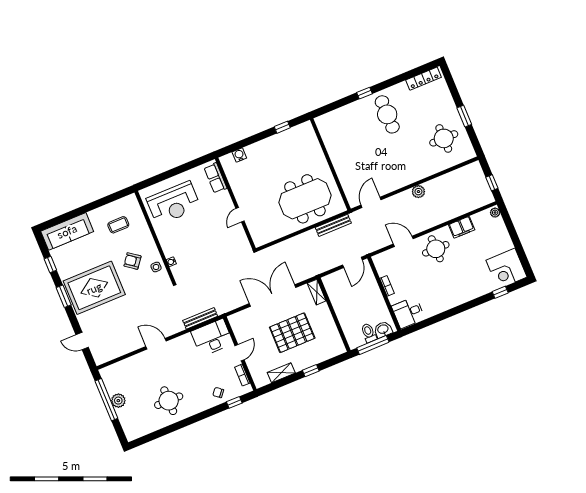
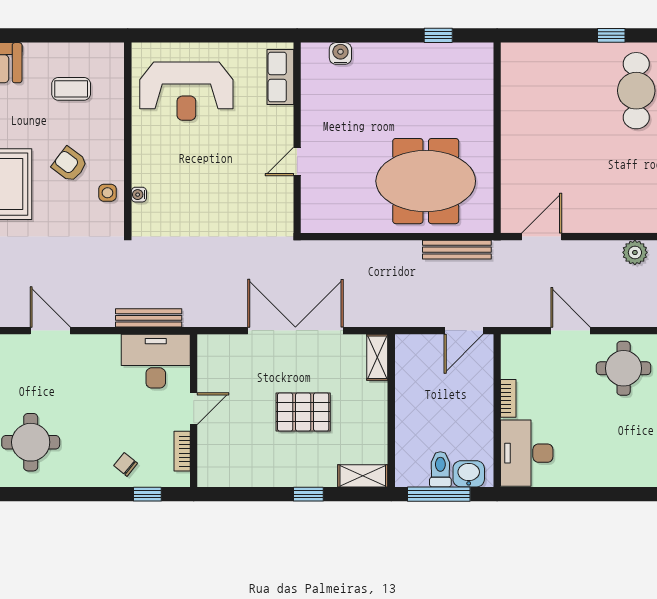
desk: (408, 313) -> (527, 453), width x1.37
pallet: (292, 333) -> (303, 412), width x0.73, depth x0.71
shelving: (281, 373) -> (363, 476), moved

